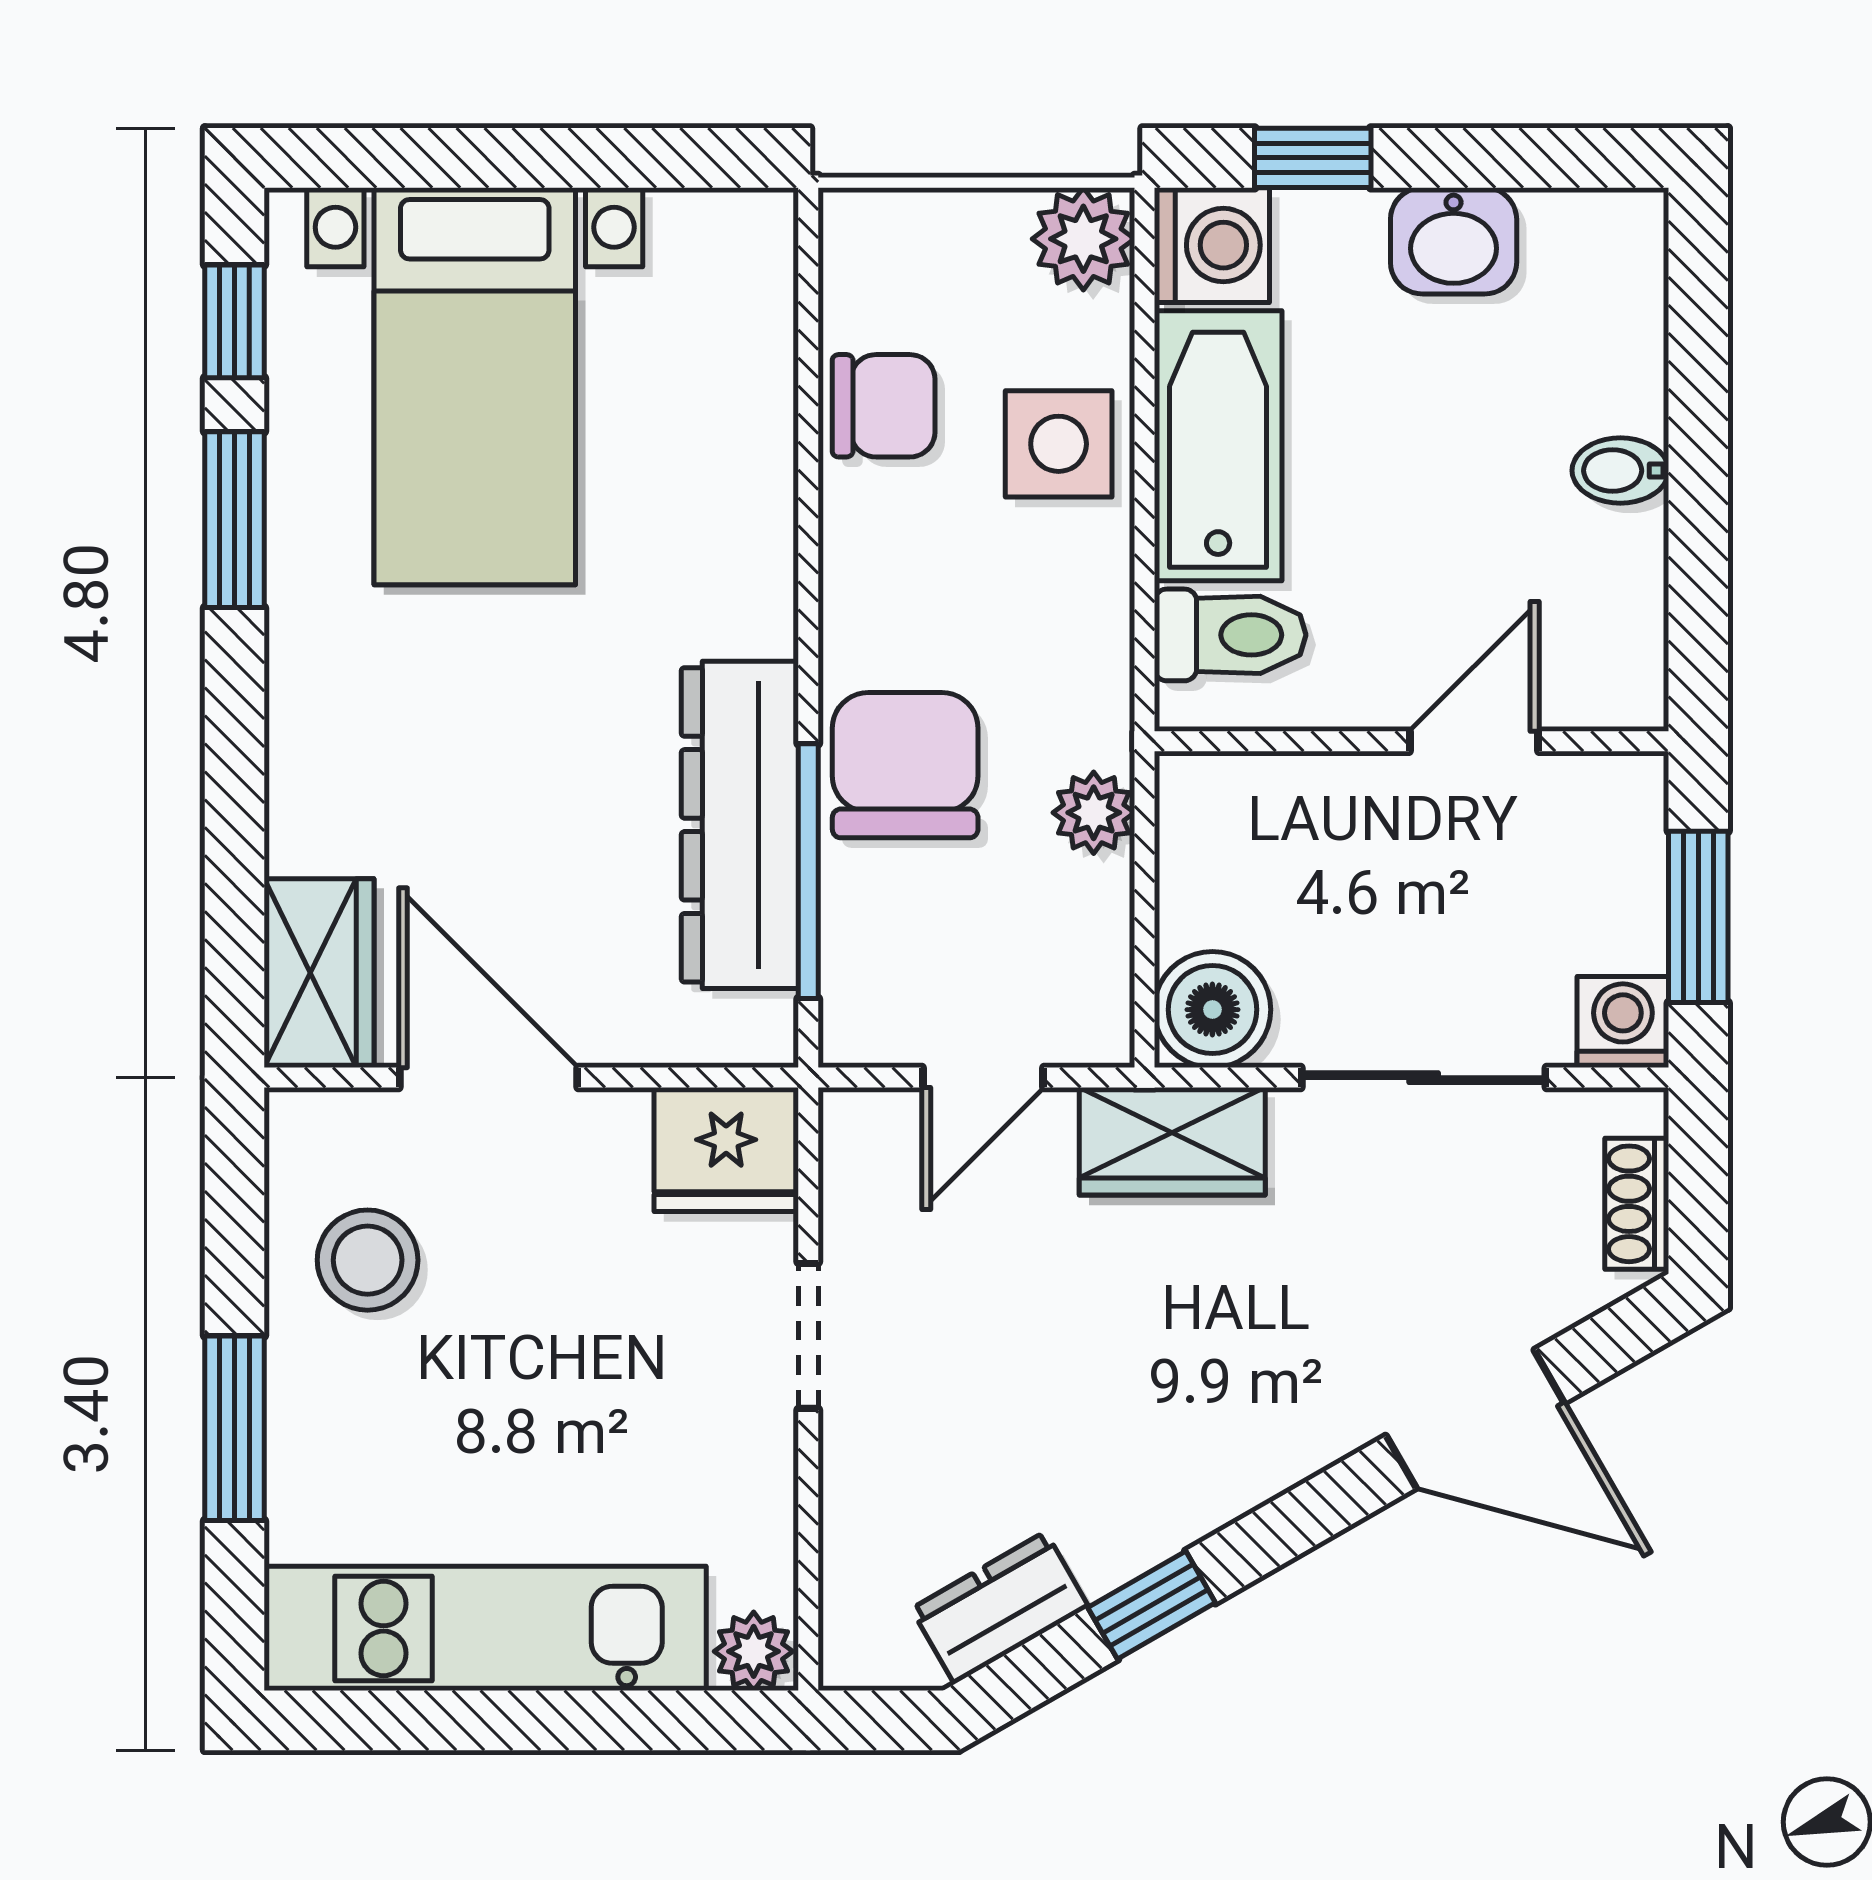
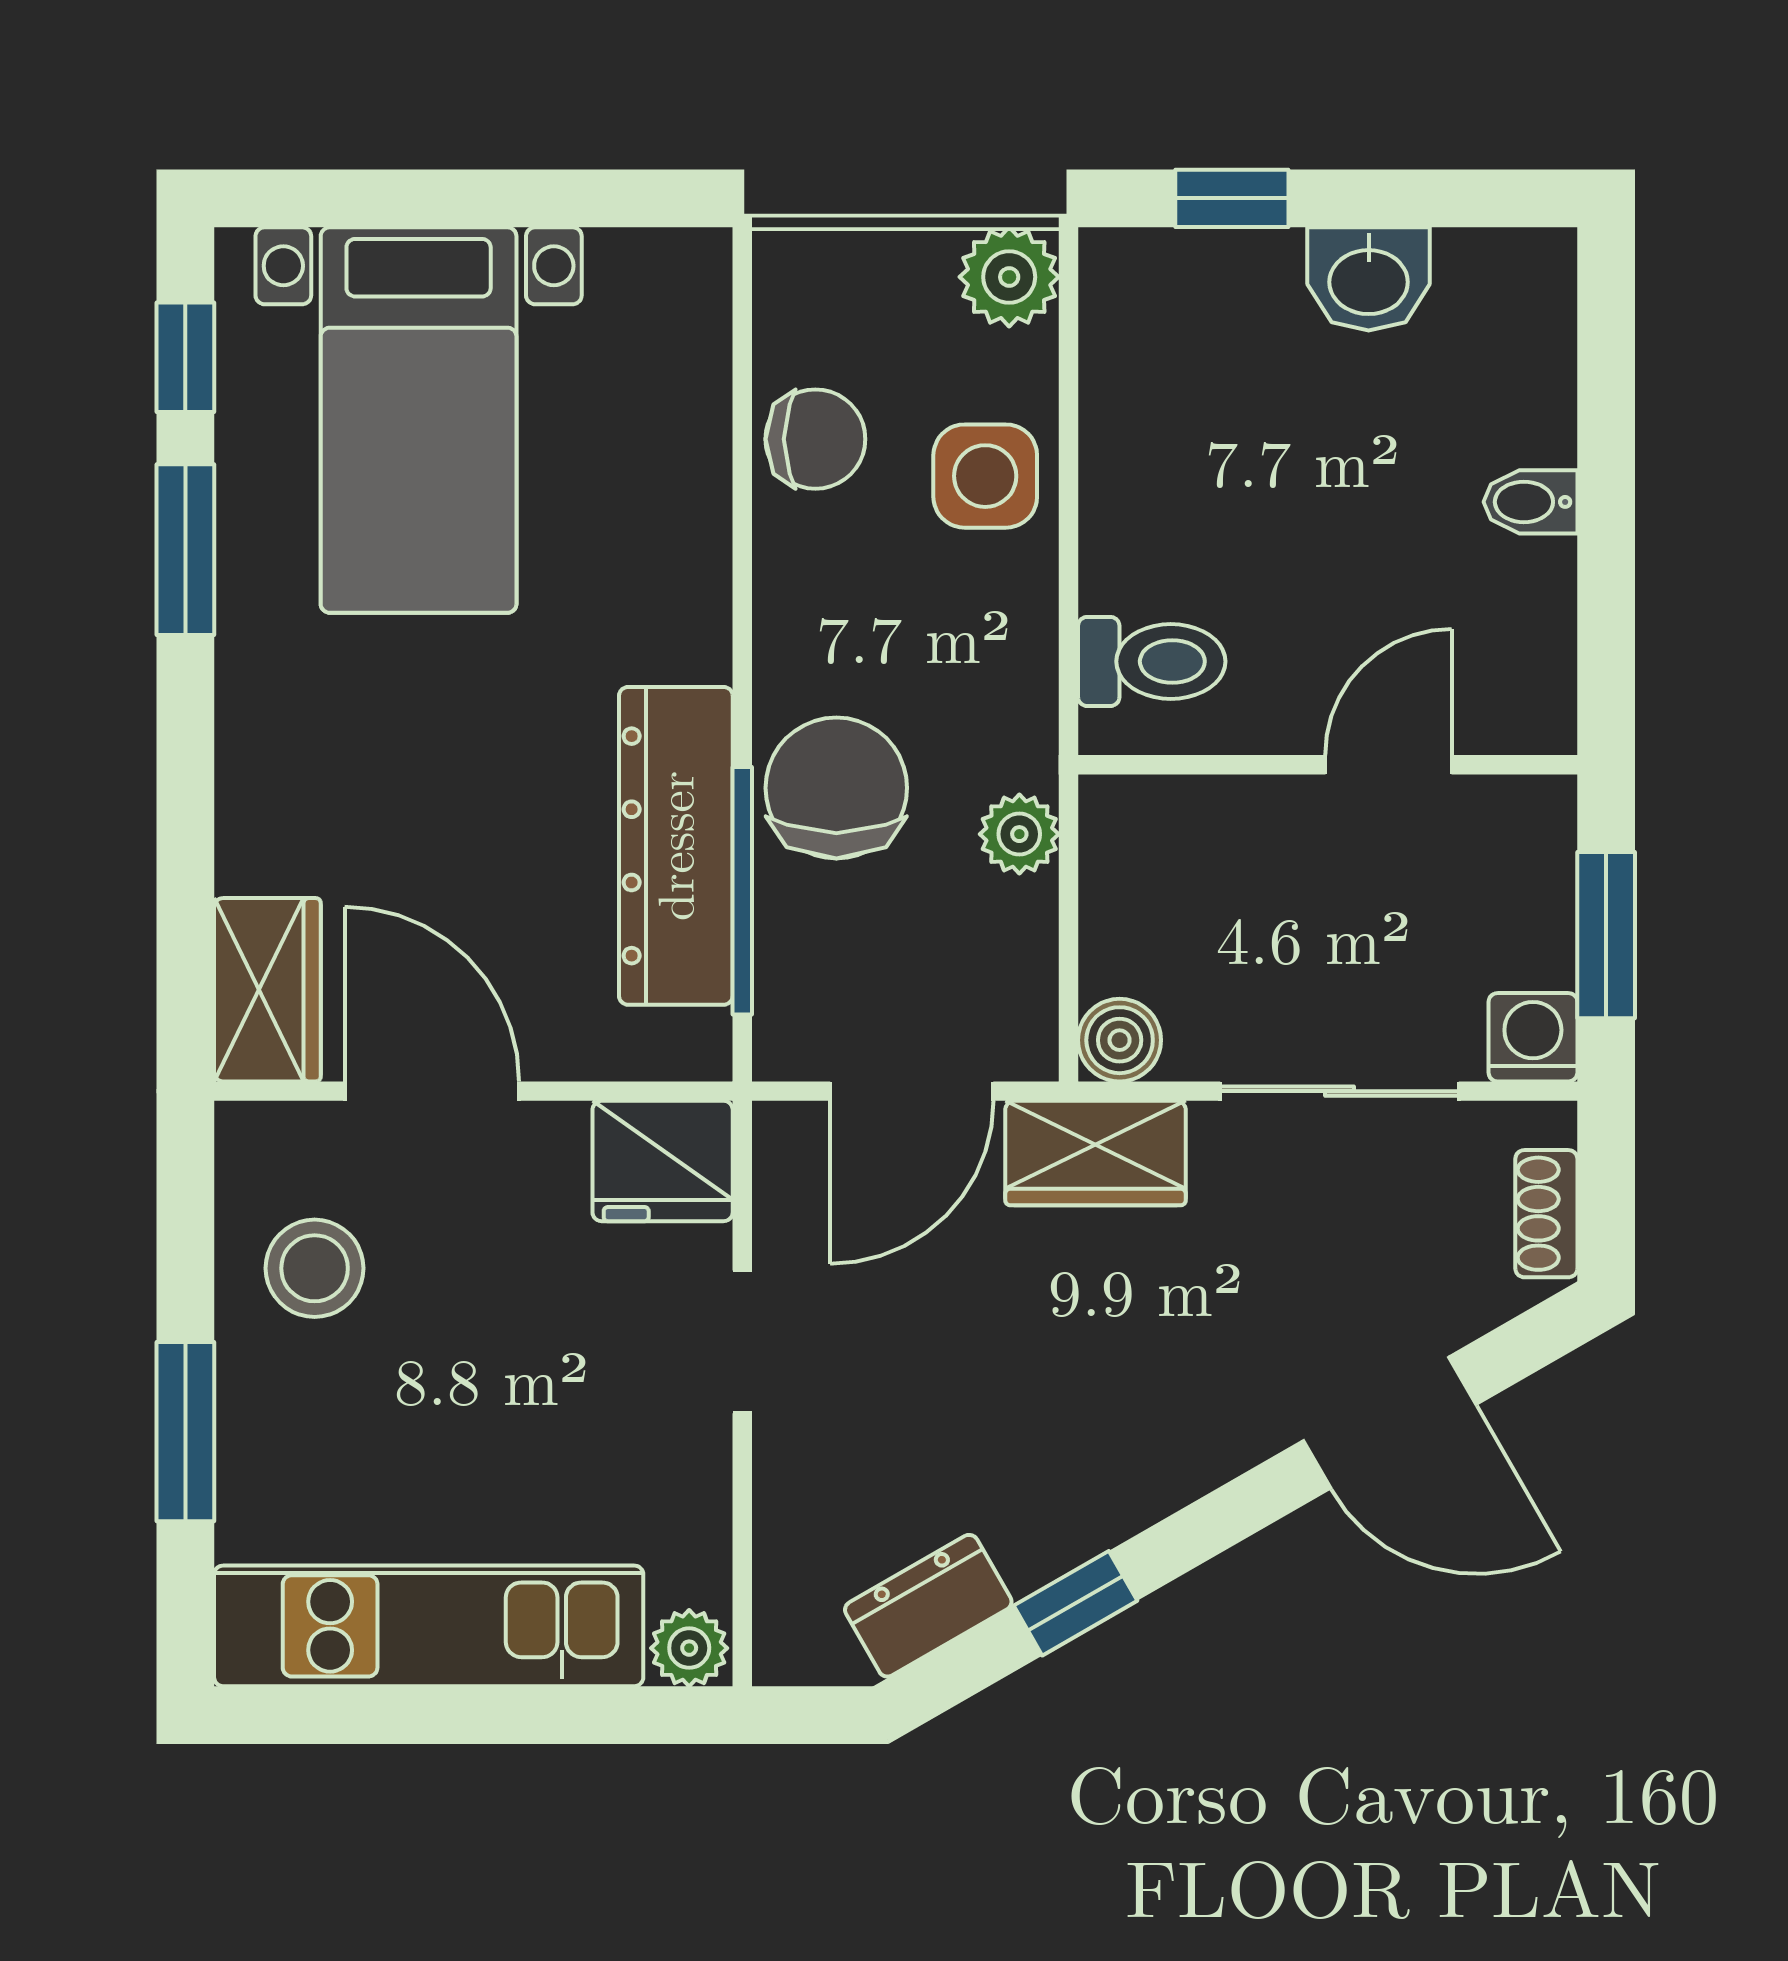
washing machine: (1212, 245) -> (1134, 283), removed
bathtub: (1218, 446) -> (1140, 478), removed
boiler: (1212, 1010) -> (1120, 1040), width x0.73, depth x0.73
door: (983, 1078) -> (912, 1091), width x1.38

